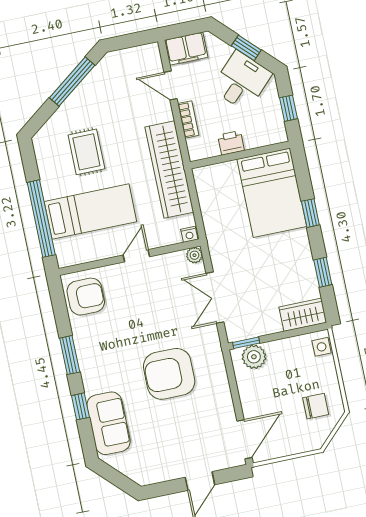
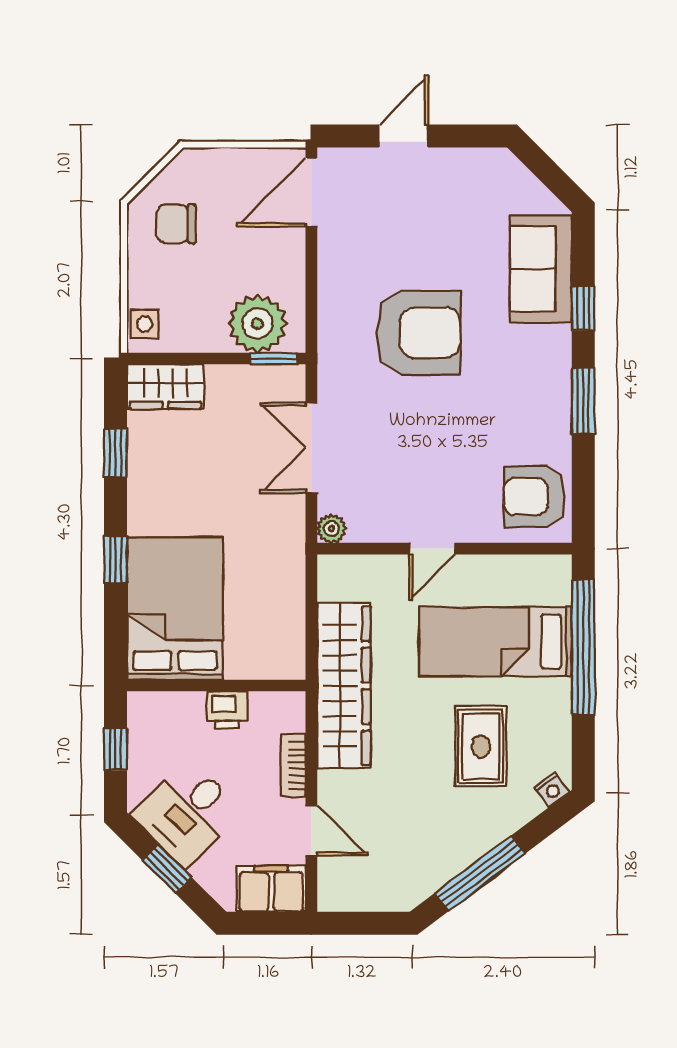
nightstand: (189, 234) -> (552, 790), moved, turned 143
double door: (215, 298) -> (311, 448), swing flipped
plant: (254, 357) -> (257, 324), width x1.36, depth x1.36

